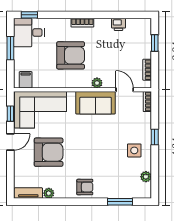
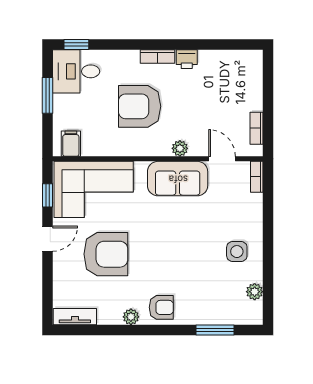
printer: (119, 24) -> (187, 59), moved
window: (155, 43) -> (268, 87), removed
armchair: (71, 55) -> (140, 106), turned 180
window: (155, 137) -> (268, 231), removed
plant: (49, 193) -> (131, 317), moved

